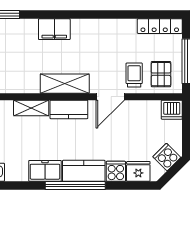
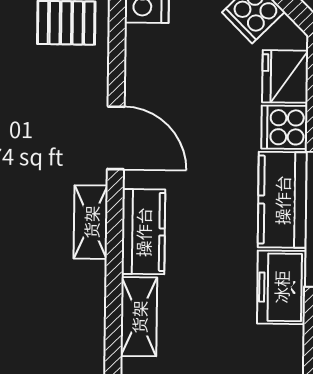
trolley: (134, 75) -> (67, 83), removed
shelving: (65, 84) -> (91, 222), width x0.67, depth x0.75

